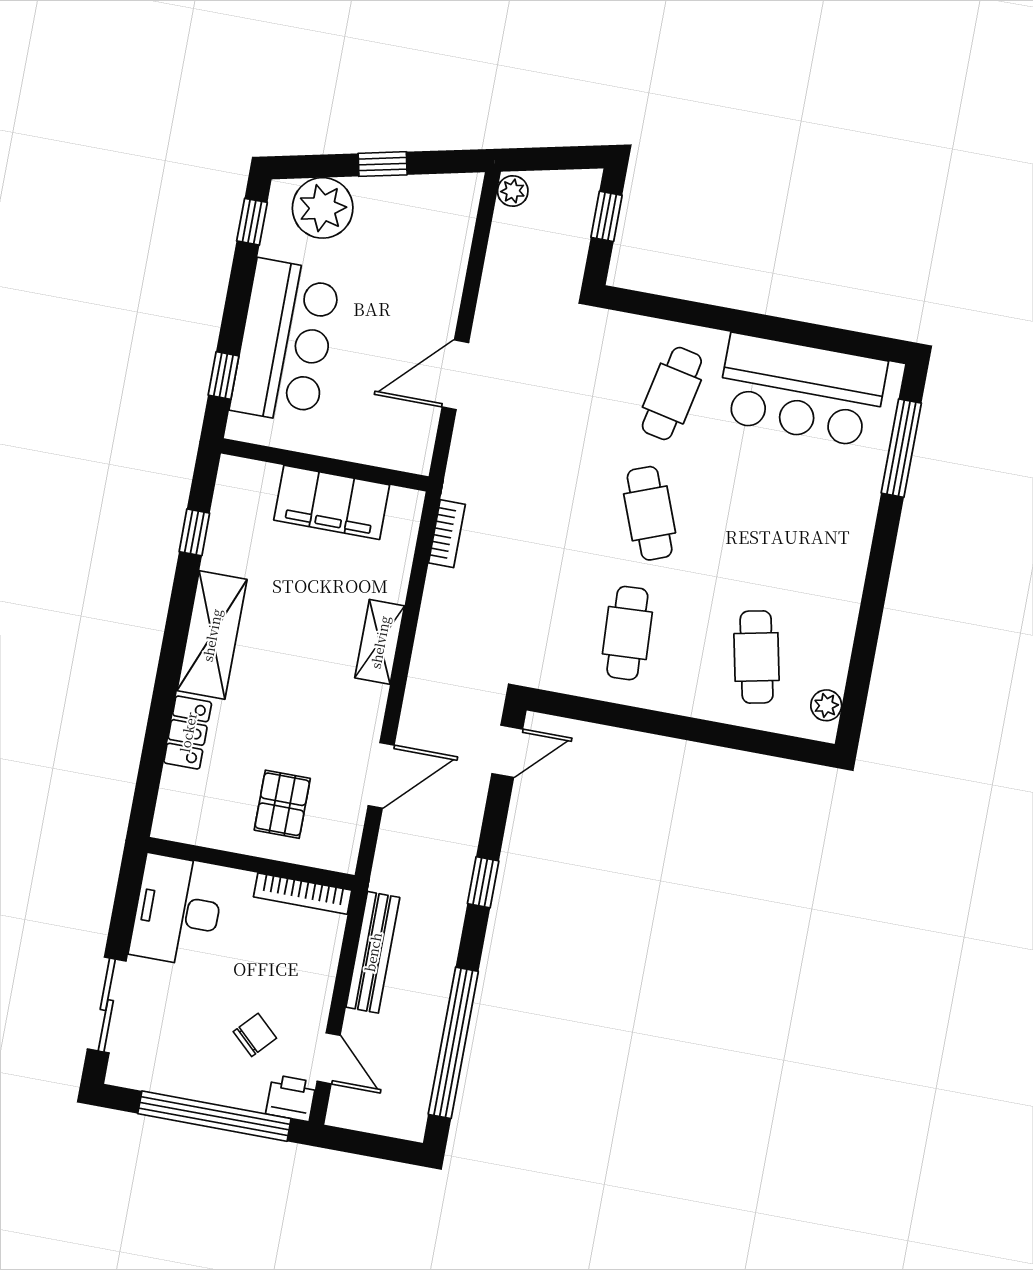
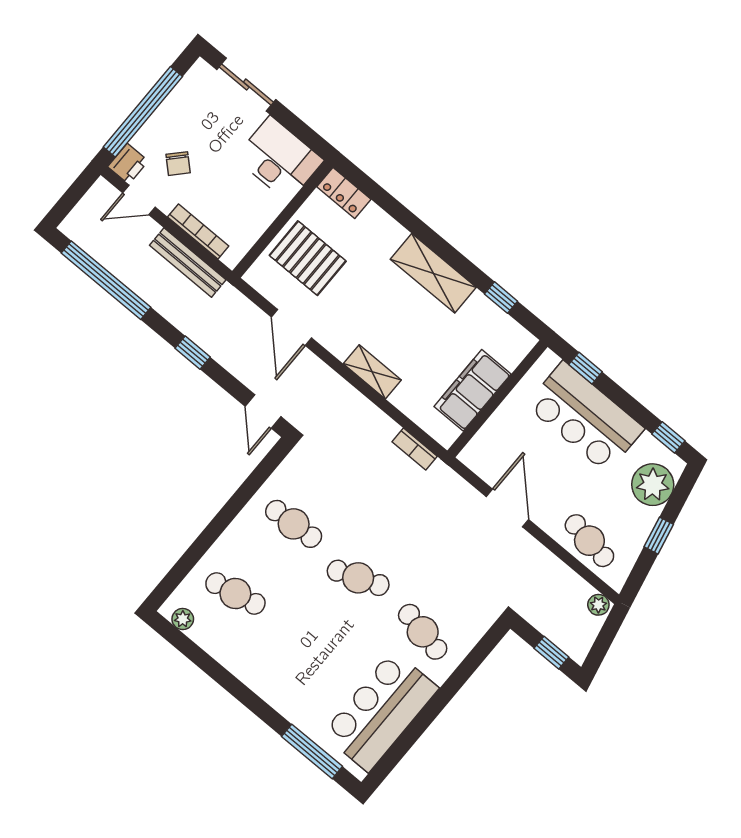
cafe table: (438, 248) -> (589, 541), added
locker: (188, 732) -> (344, 193), moved
pallet: (282, 804) -> (308, 258), width x1.50, depth x1.42
bookcase: (303, 894) -> (198, 231), moved, turned 90

